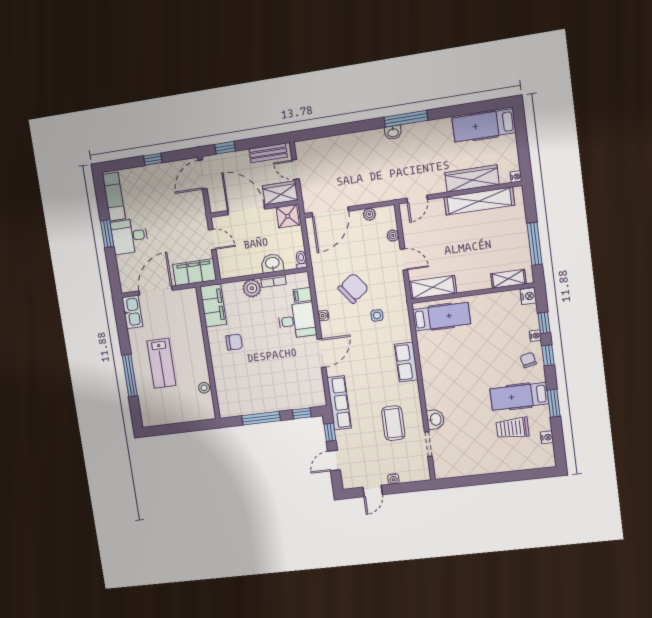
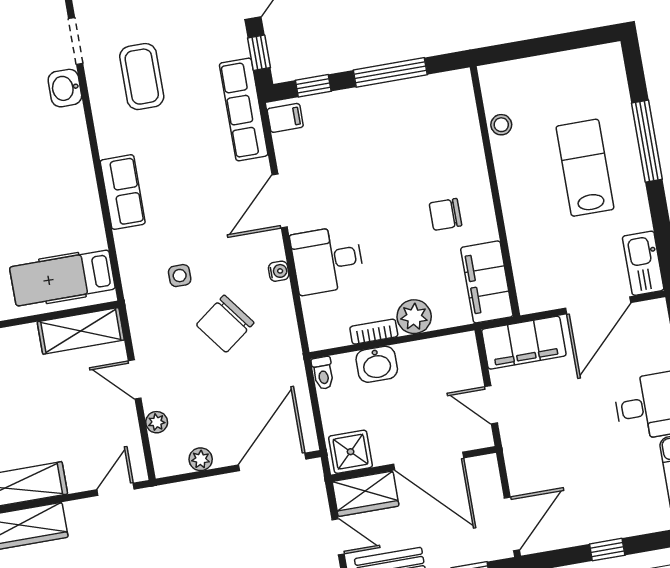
filing cabinet: (303, 295) -> (285, 118), moved

